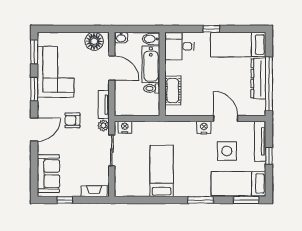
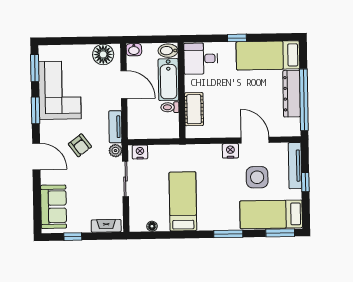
armchair: (72, 120) -> (80, 145), turned -127
door: (34, 129) -> (36, 156), hinge flipped
floor lamp: (134, 192) -> (152, 226), added

